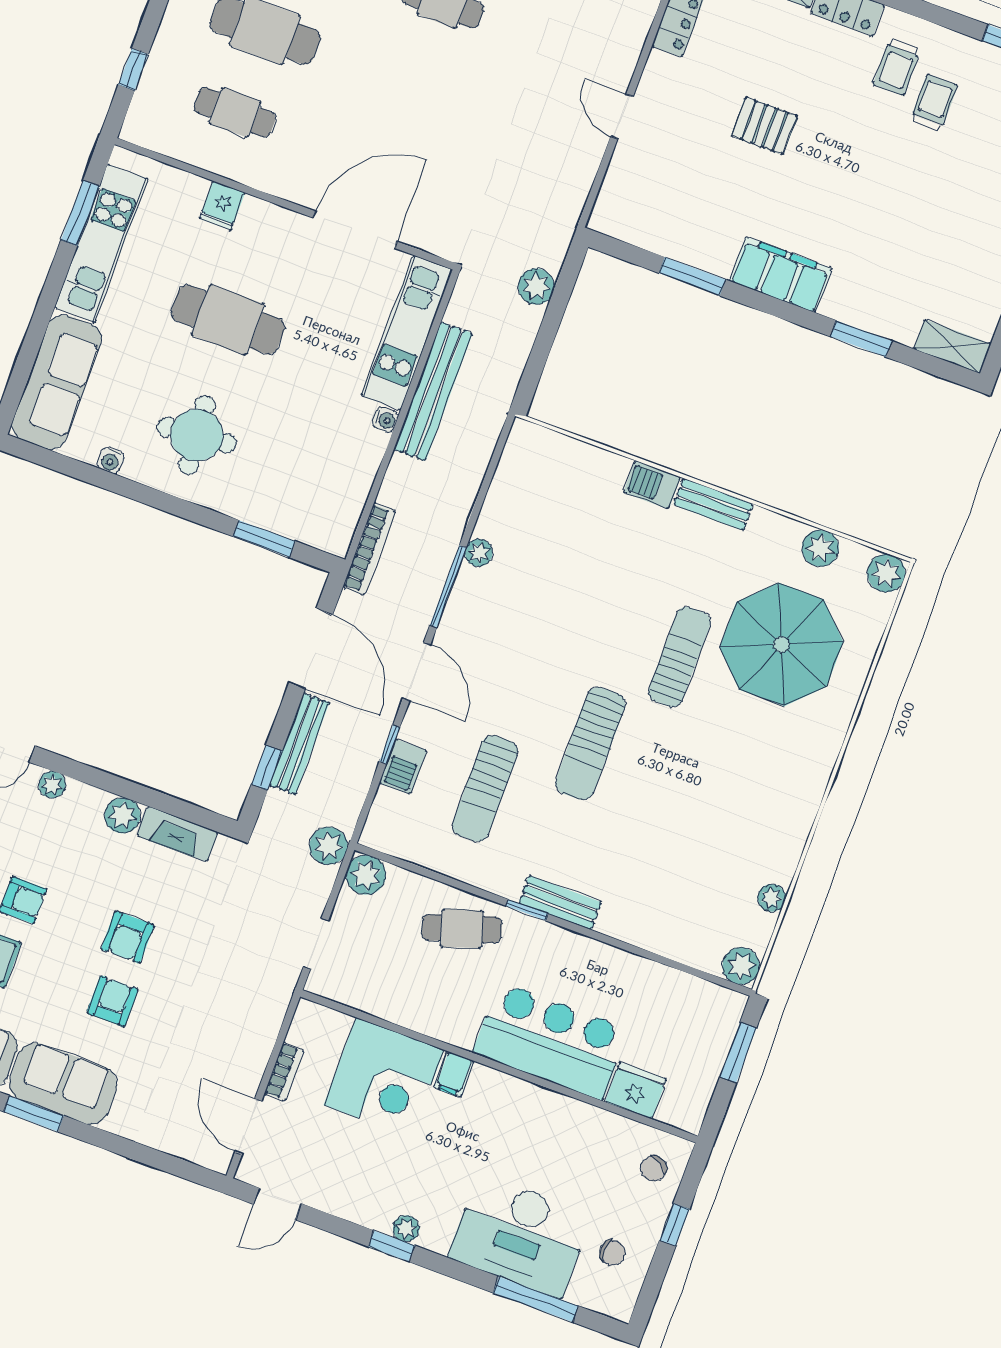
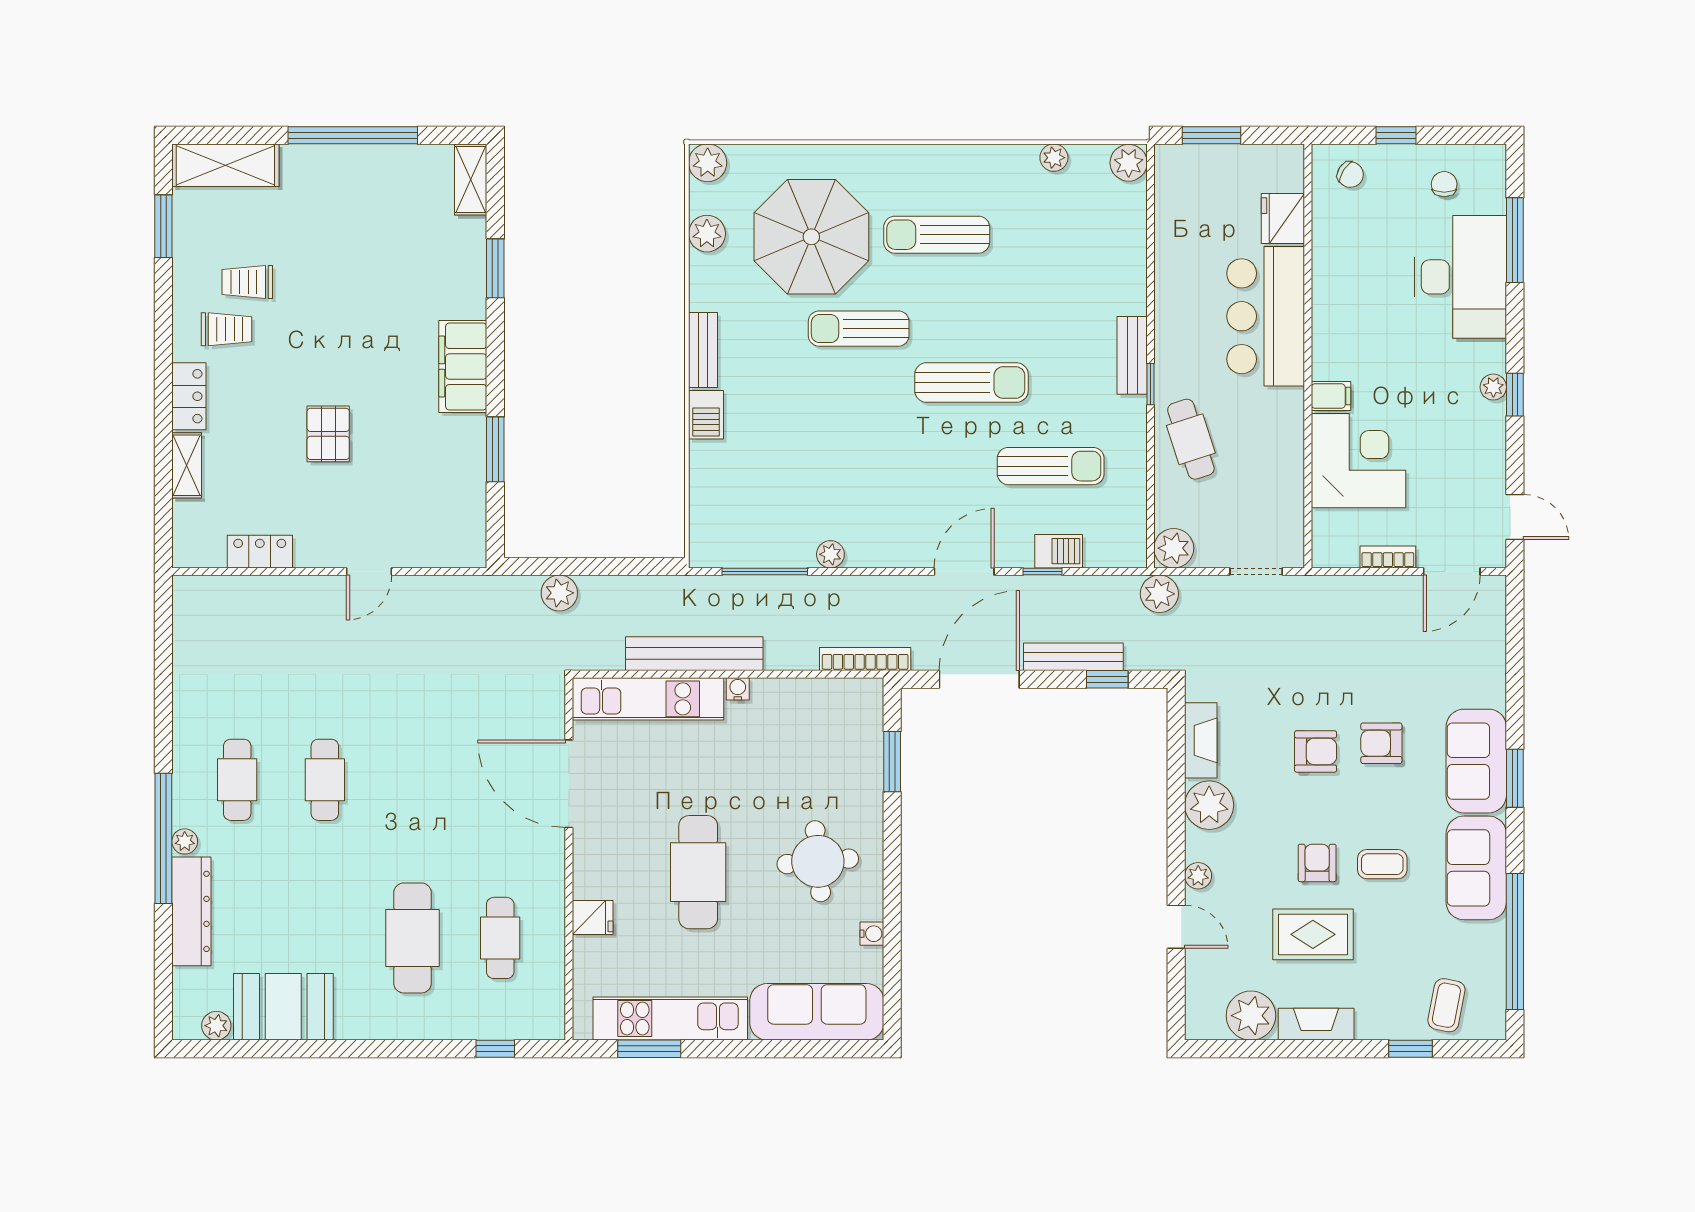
window: (448, 586) -> (765, 571), moved
sun lounger: (740, 762) -> (937, 235), added
plant: (122, 815) -> (1209, 805), width x1.36, depth x1.36

